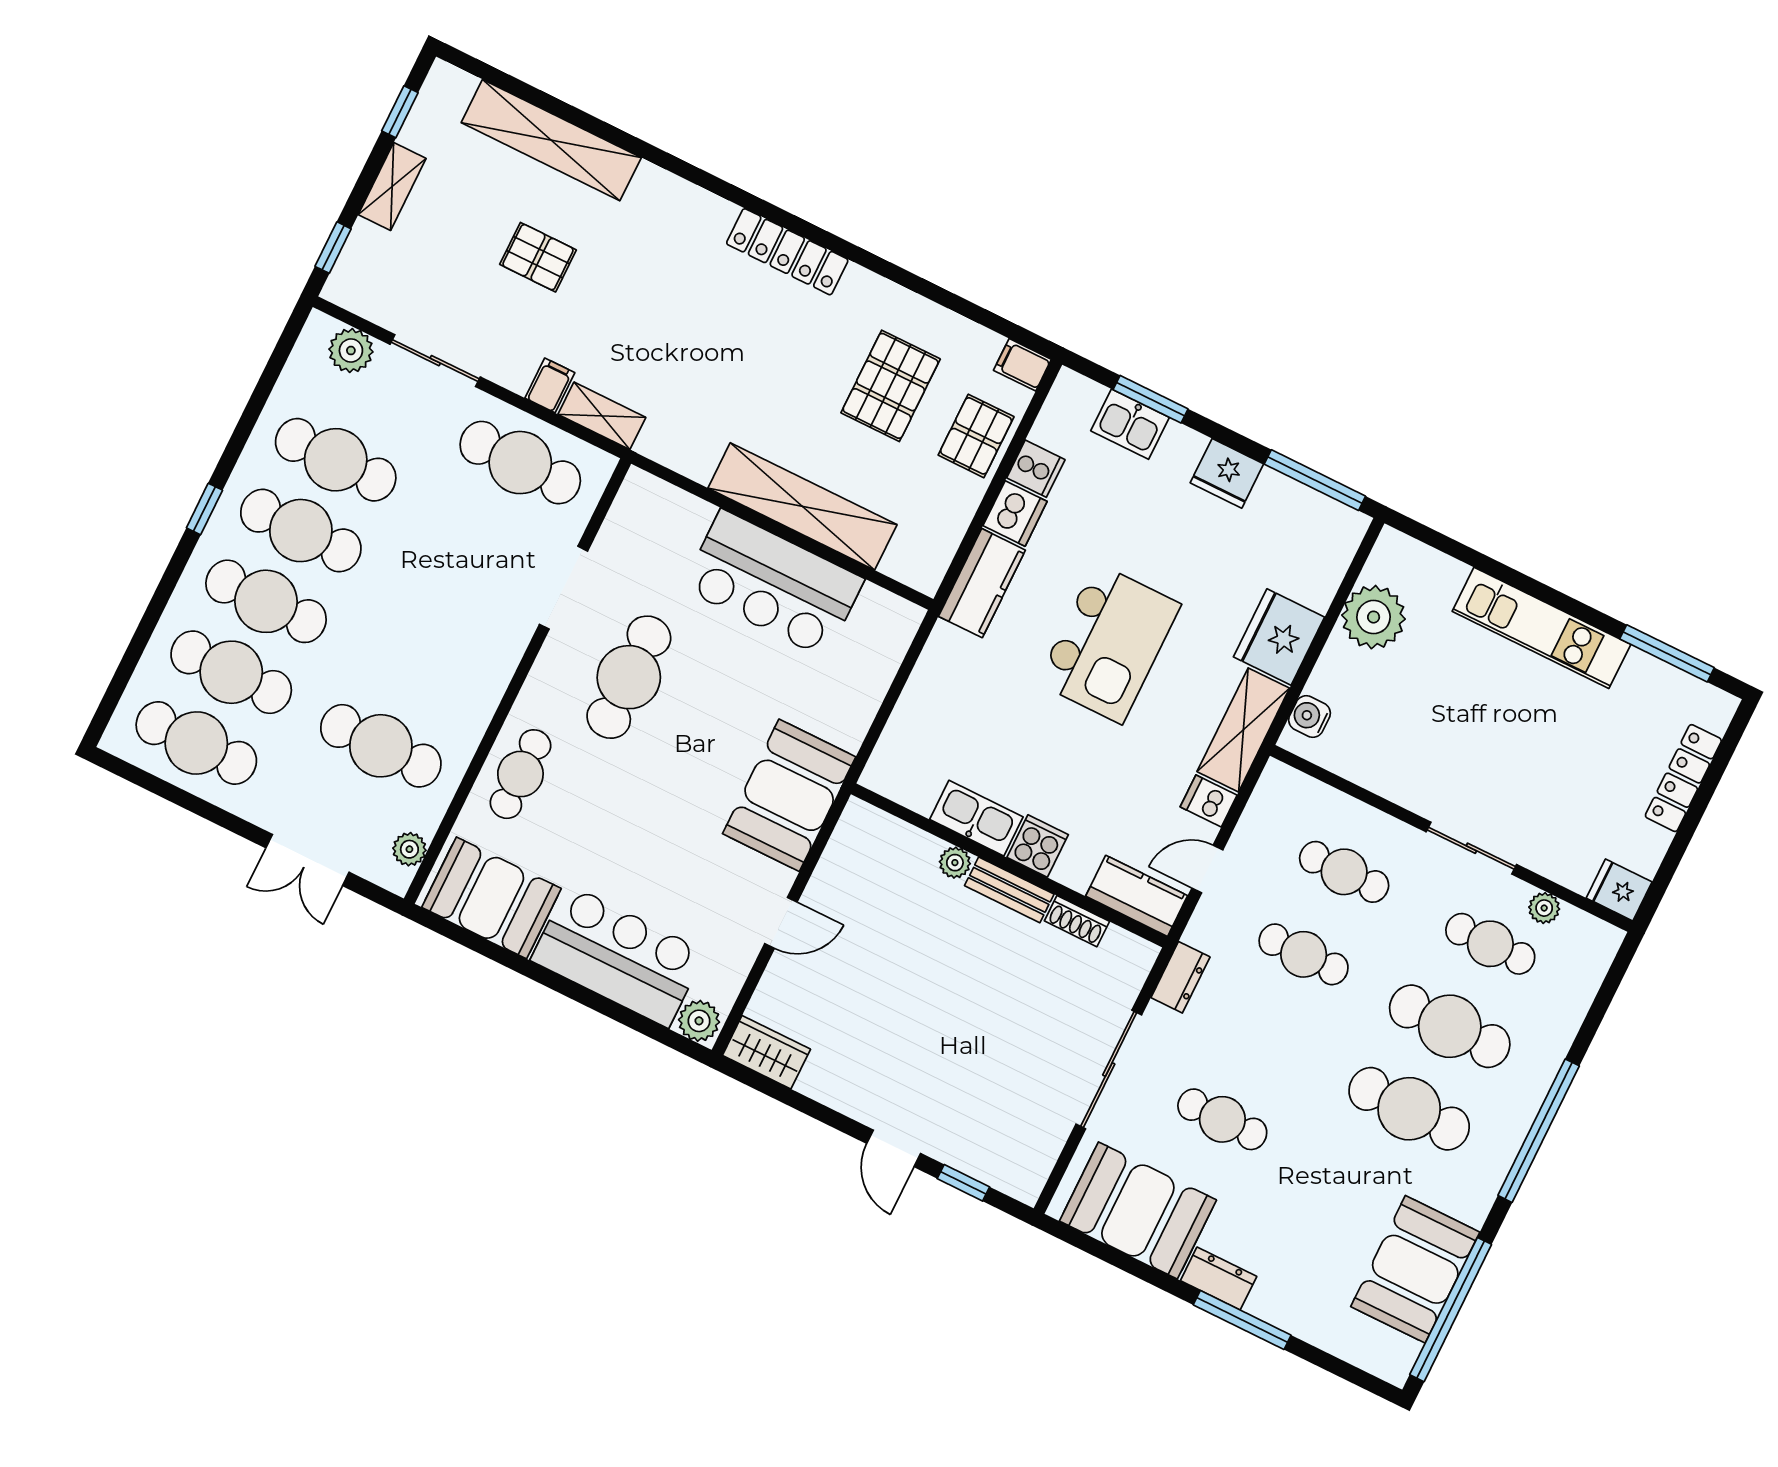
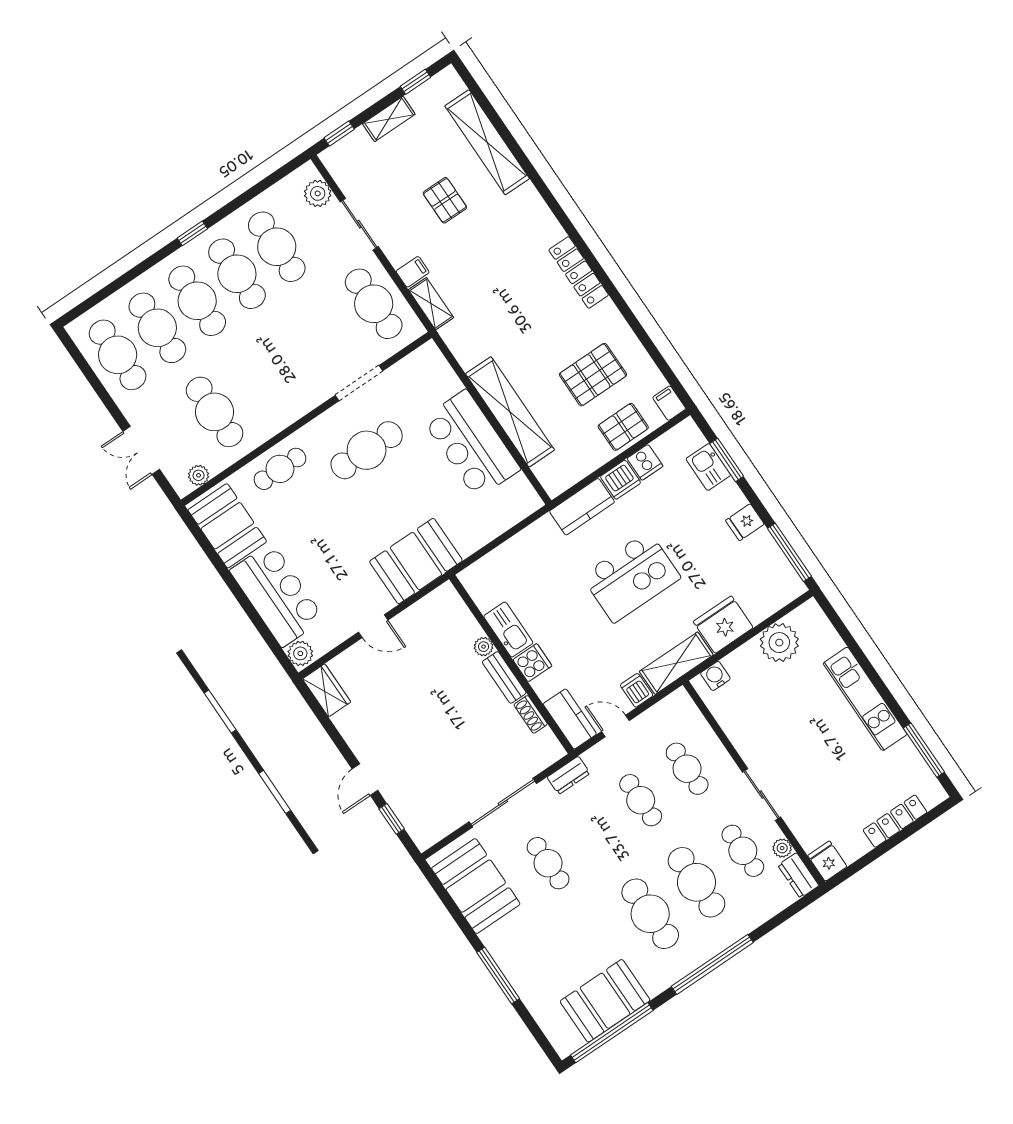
fridge: (1227, 473) -> (745, 522), width x0.72
dresser: (1219, 1279) -> (798, 875), moved, turned 180

